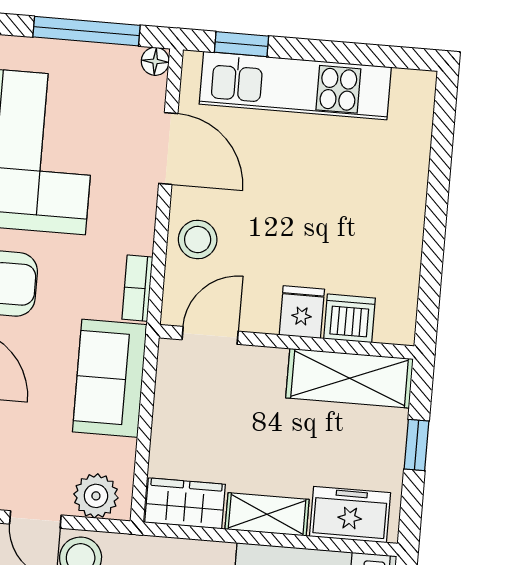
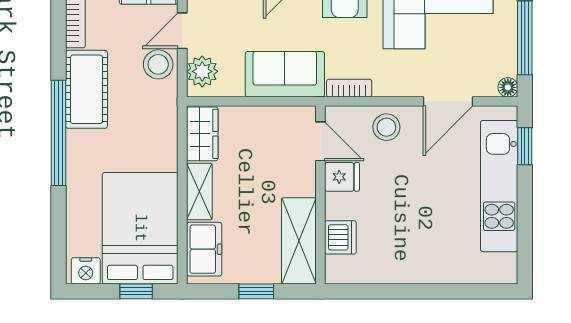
fridge: (302, 312) -> (342, 177), moved

